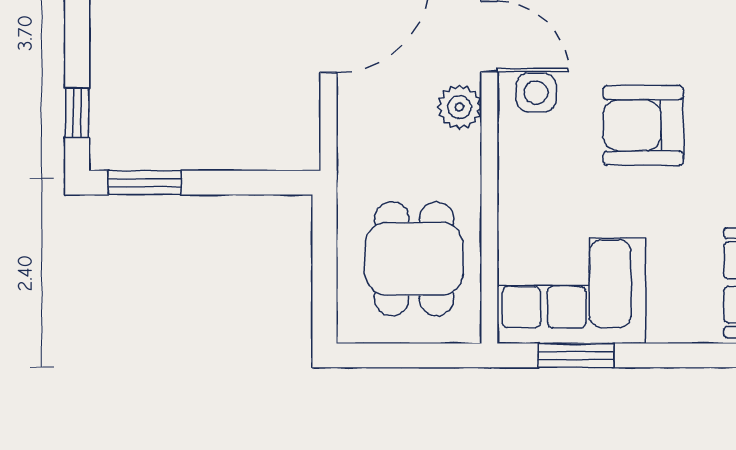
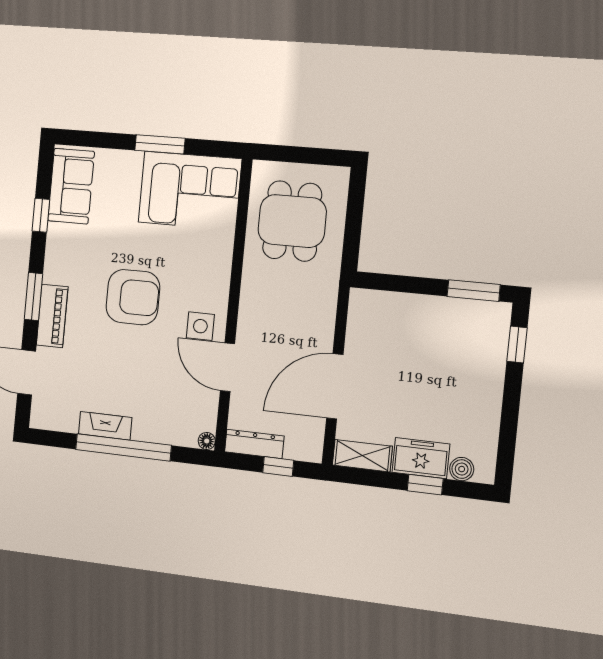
plant: (459, 107) -> (252, 322), removed
window: (576, 355) -> (160, 144), moved

